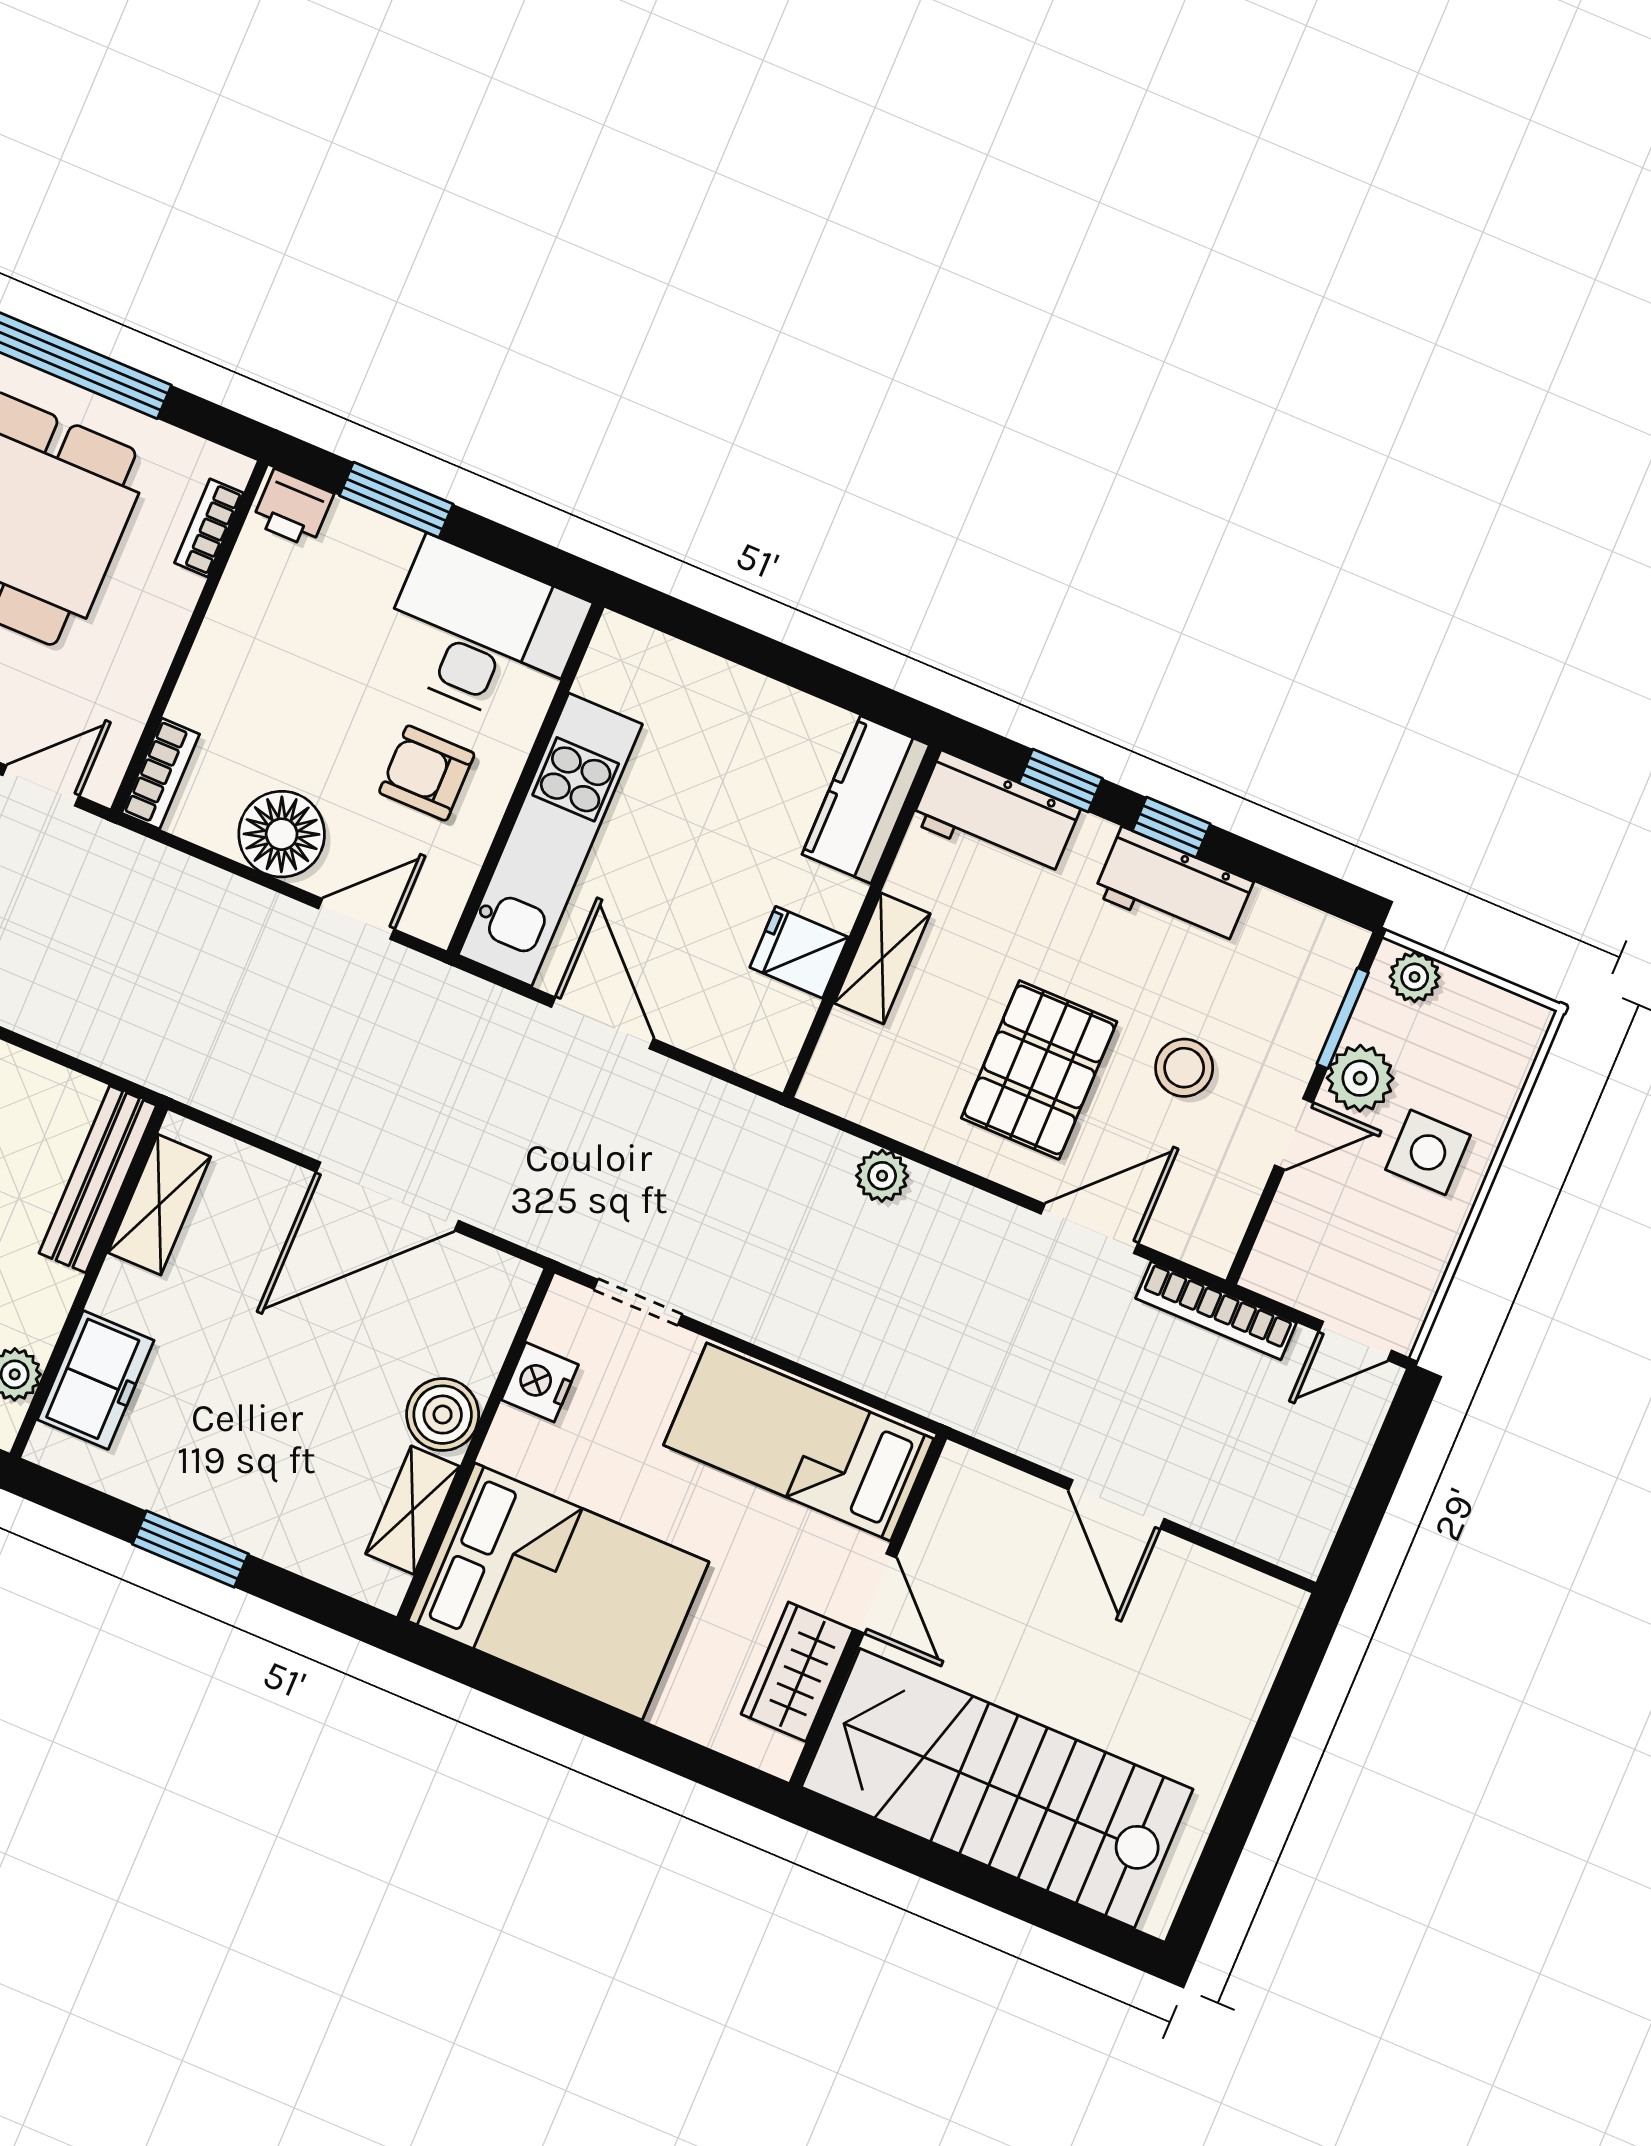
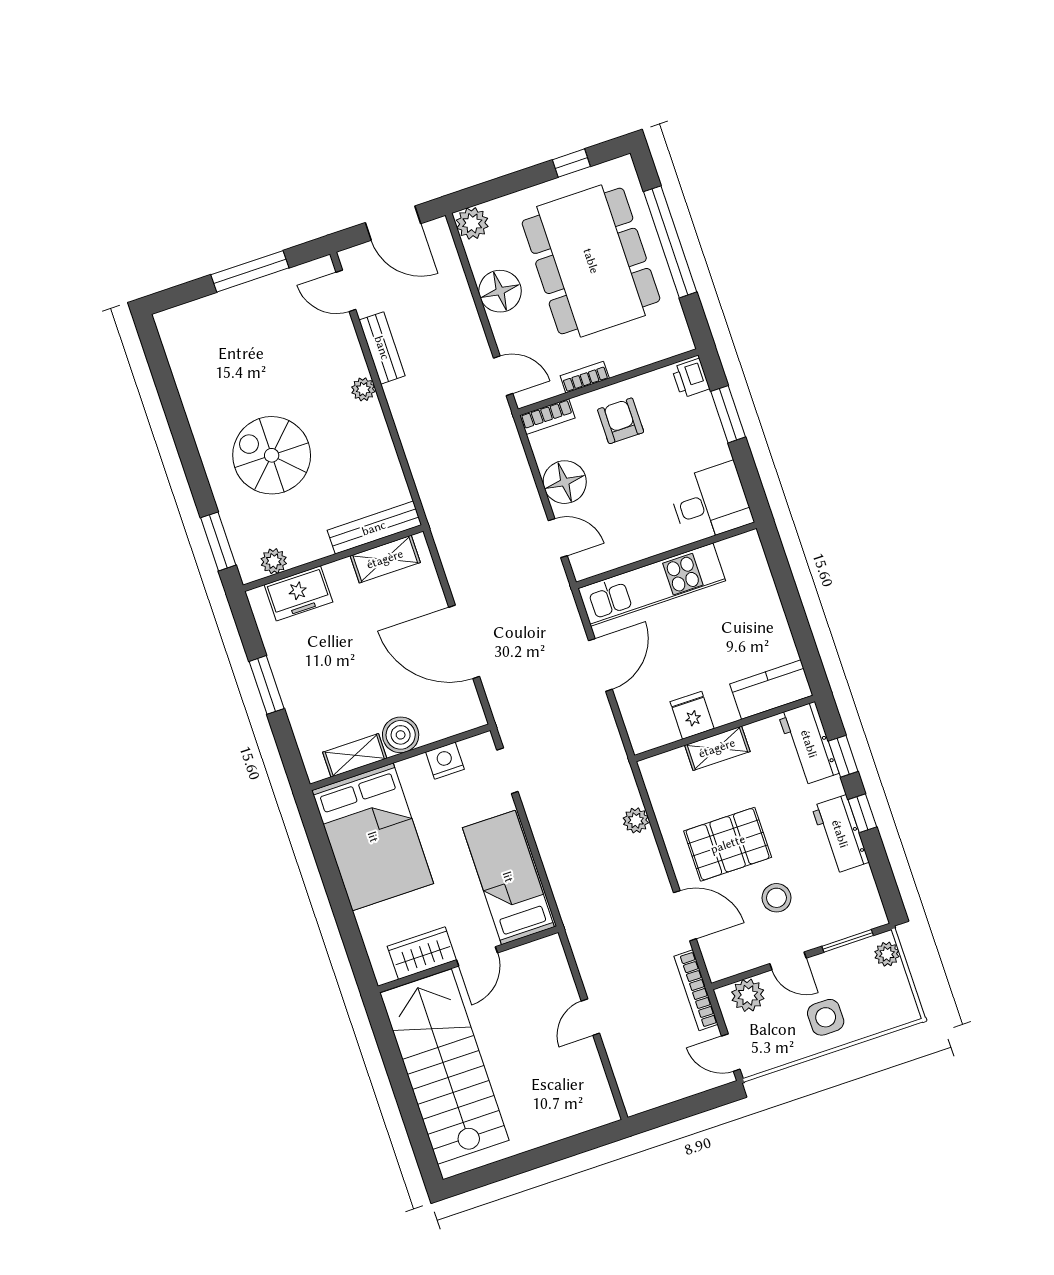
bookcase: (209, 528) -> (585, 377), moved
desk: (482, 633) -> (710, 502), width x0.73
armchair: (427, 773) -> (621, 421), moved
plant: (1360, 1078) -> (748, 995), moved
door: (1116, 1504) -> (590, 1017), width x0.73

